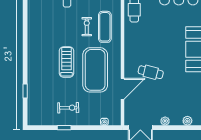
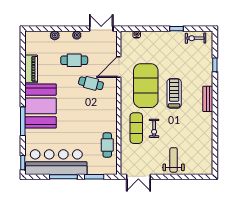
bench: (32, 57) -> (208, 99), added
treadmill: (67, 62) -> (174, 93), turned 180
cafe table: (168, 96) -> (74, 60), added
exercise bike: (68, 108) -> (196, 38), moved

